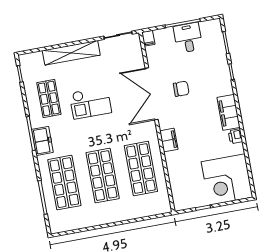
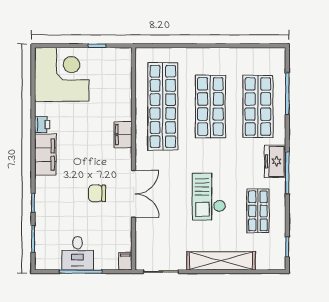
double door: (152, 94) -> (133, 194), width x0.73
checkout: (90, 103) -> (209, 197), turned -90
shop shelf: (141, 169) -> (163, 106), width x1.40

